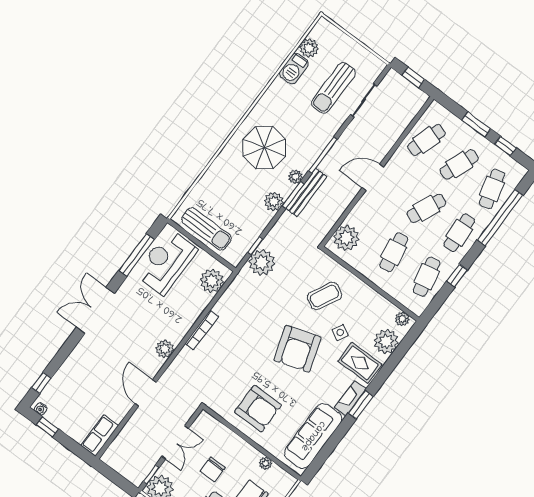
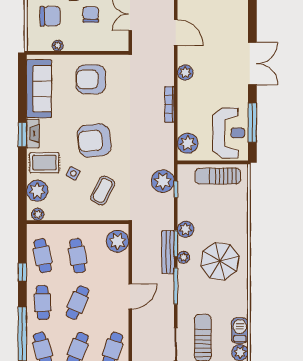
armchair: (297, 349) -> (94, 140), turned -78

